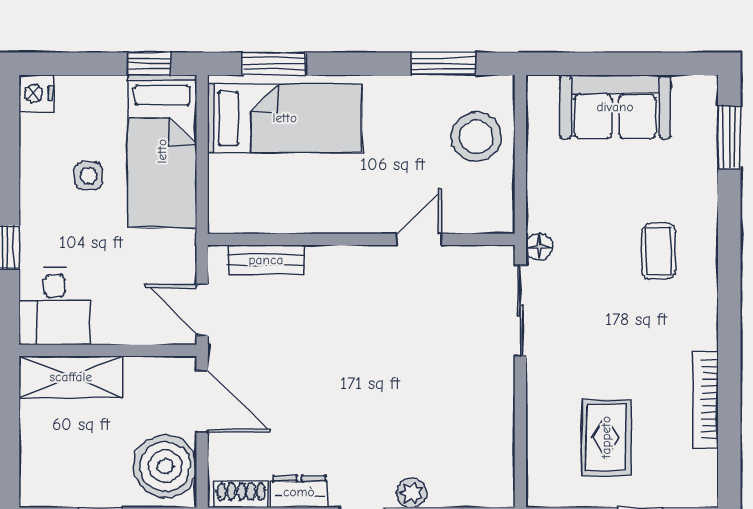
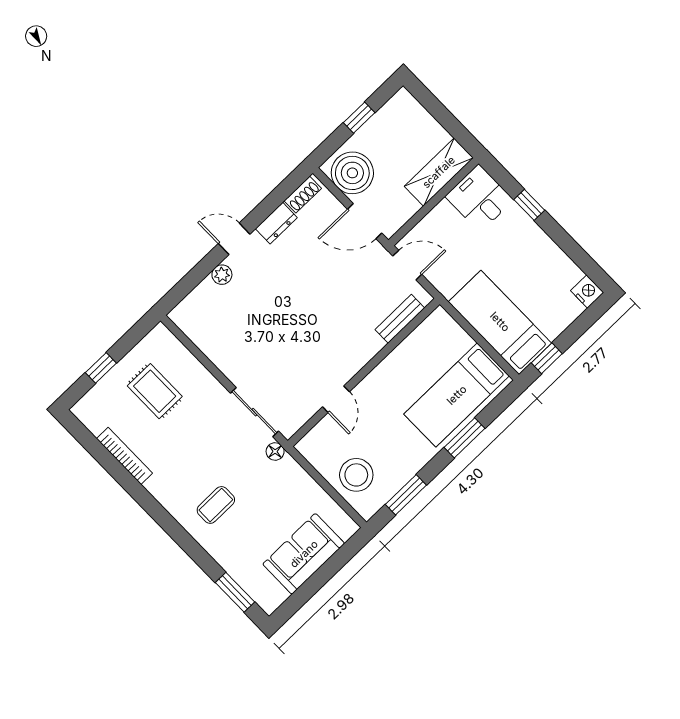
window: (274, 64) -> (464, 438), moved
side table: (89, 176) -> (524, 276), removed
coffee table: (659, 251) -> (216, 505), turned 90

